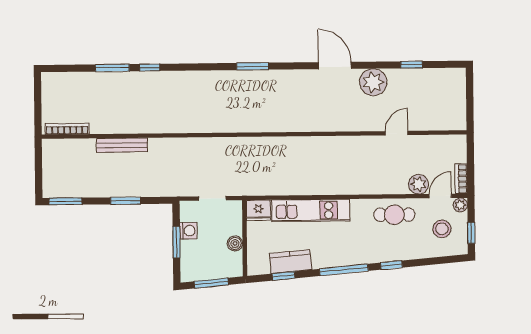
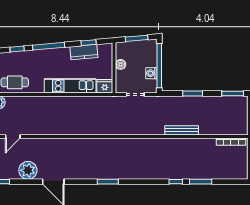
bench: (122, 145) -> (182, 130), moved
window: (176, 242) -> (159, 66), width x2.11

